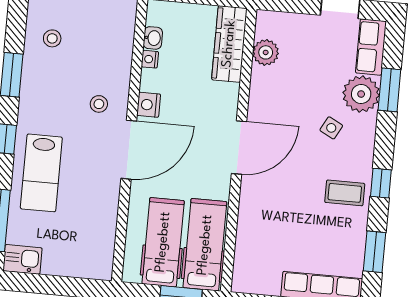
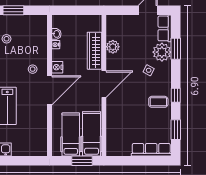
wardrobe: (229, 44) -> (94, 51), moved
plant: (266, 52) -> (113, 47), moved

